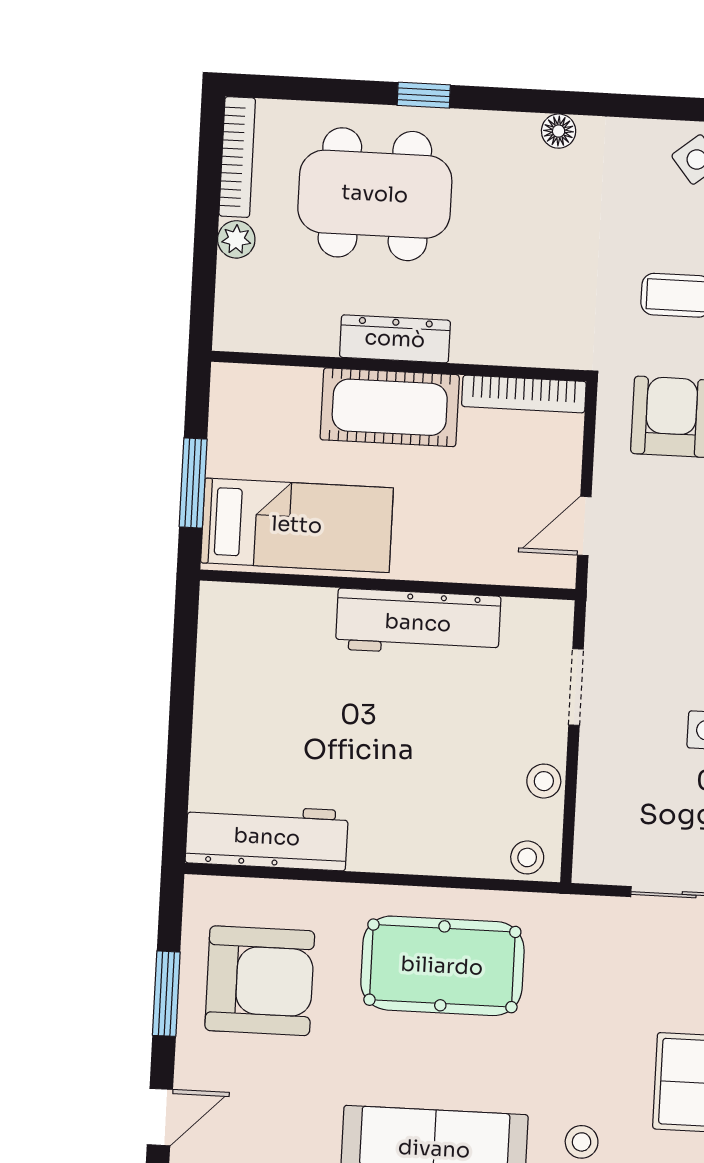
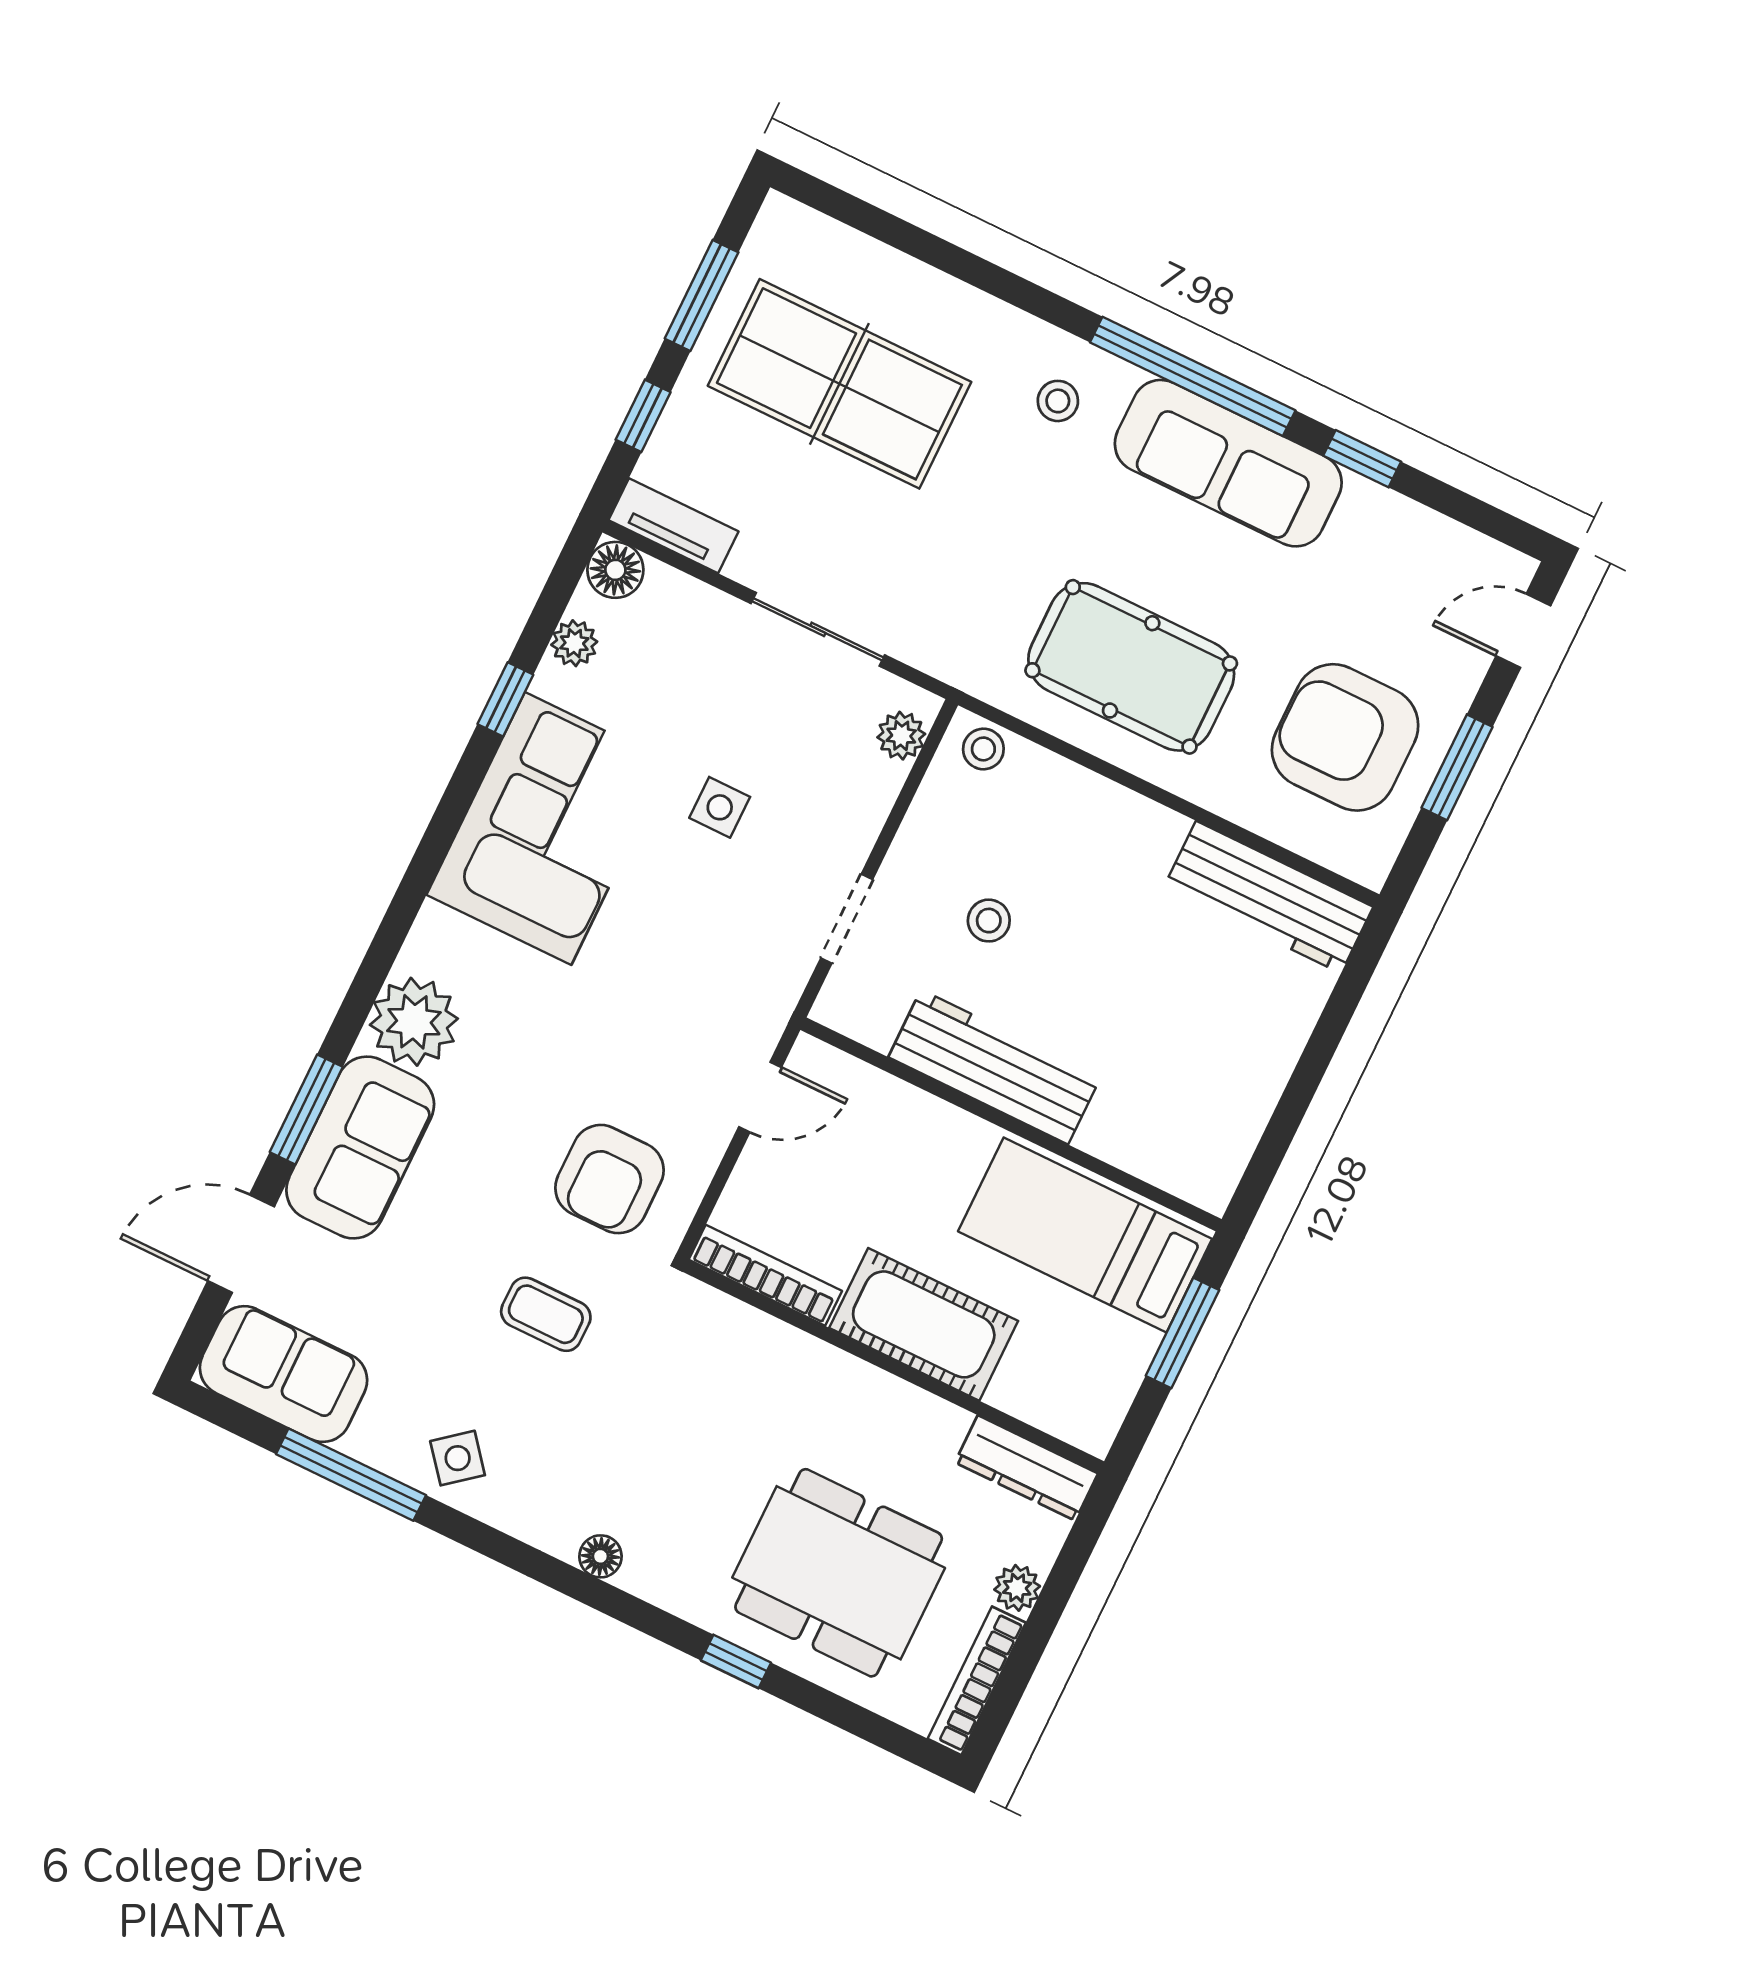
dresser: (395, 339) -> (1026, 1468), moved
stool: (544, 781) -> (989, 921), moved
plant: (593, 841) -> (901, 736), added

